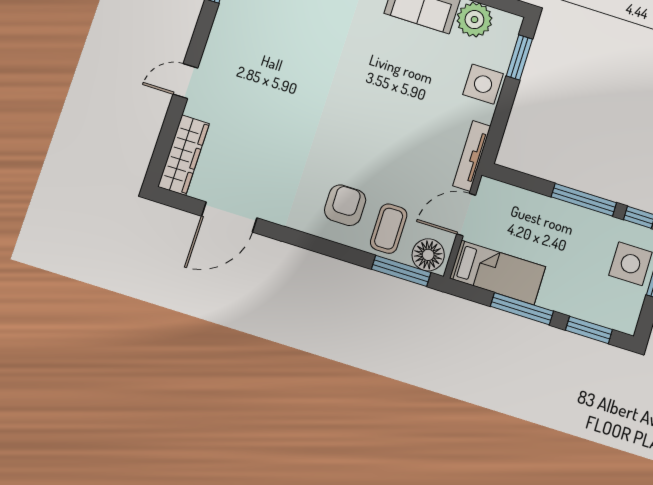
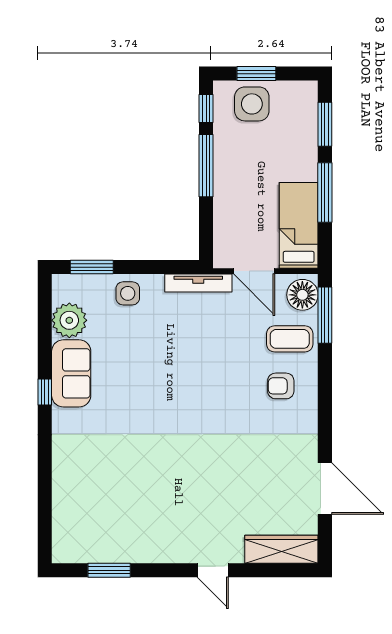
side table: (483, 84) -> (128, 293), width x0.73, depth x0.73
armchair: (345, 205) -> (281, 386), width x0.72, depth x0.72

